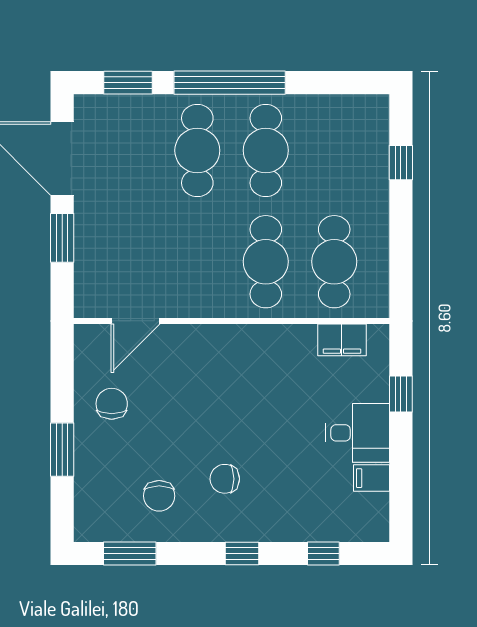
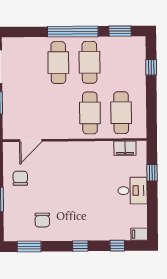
window: (128, 83) -> (120, 31), moved
filing cabinet: (372, 478) -> (139, 234), moved
chair: (225, 479) -> (72, 212), removed

